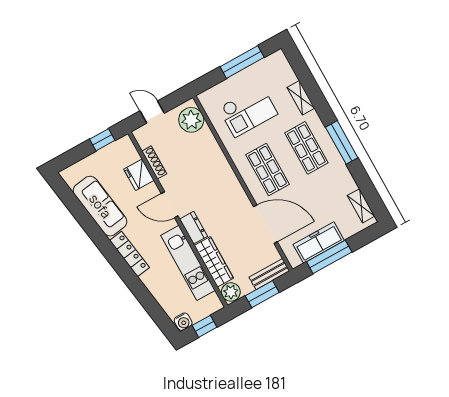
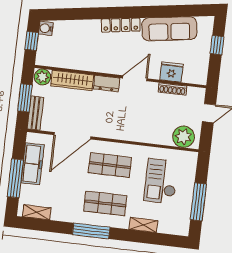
window: (102, 140) -> (217, 45), moved
window: (329, 257) -> (15, 178), moved
kitchen unit: (188, 263) -> (85, 62), removed

